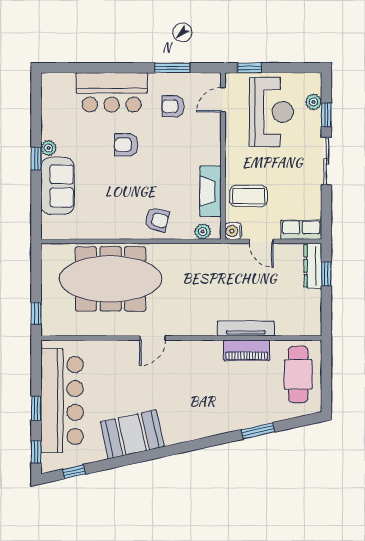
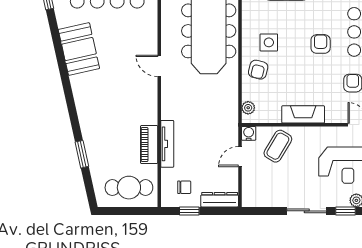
fireplace: (211, 191) -> (303, 114), moved
coffee table: (249, 196) -> (278, 146), turned 31
side table: (124, 207) -> (269, 42), added
row of seats: (301, 230) -> (250, 190), removed
window: (326, 274) -> (189, 211), moved
chair: (298, 308) -> (184, 187), added

